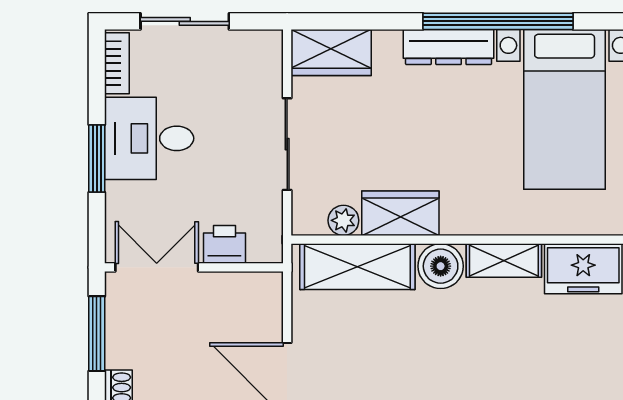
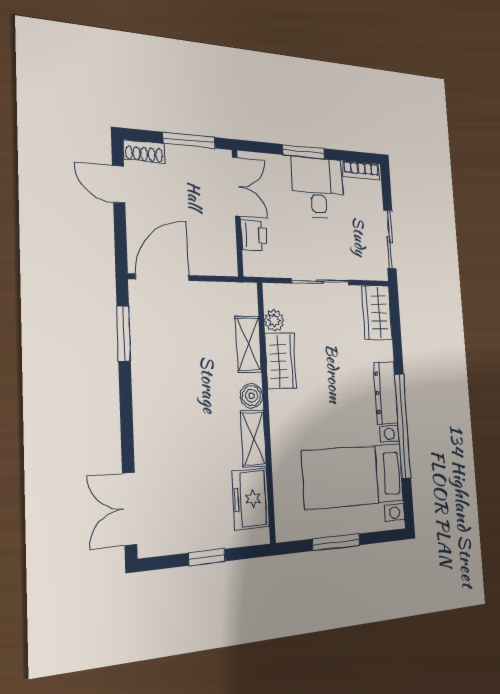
sliding door: (185, 21) -> (390, 239), moved
boiler: (441, 266) -> (252, 396), width x0.73, depth x0.73
shelving: (357, 267) -> (248, 344), width x0.67, depth x0.75

